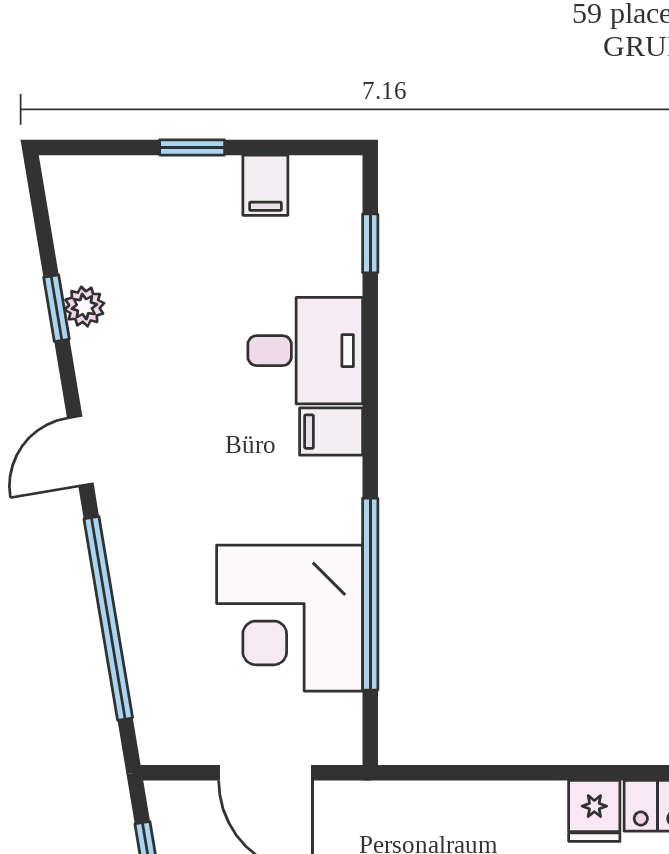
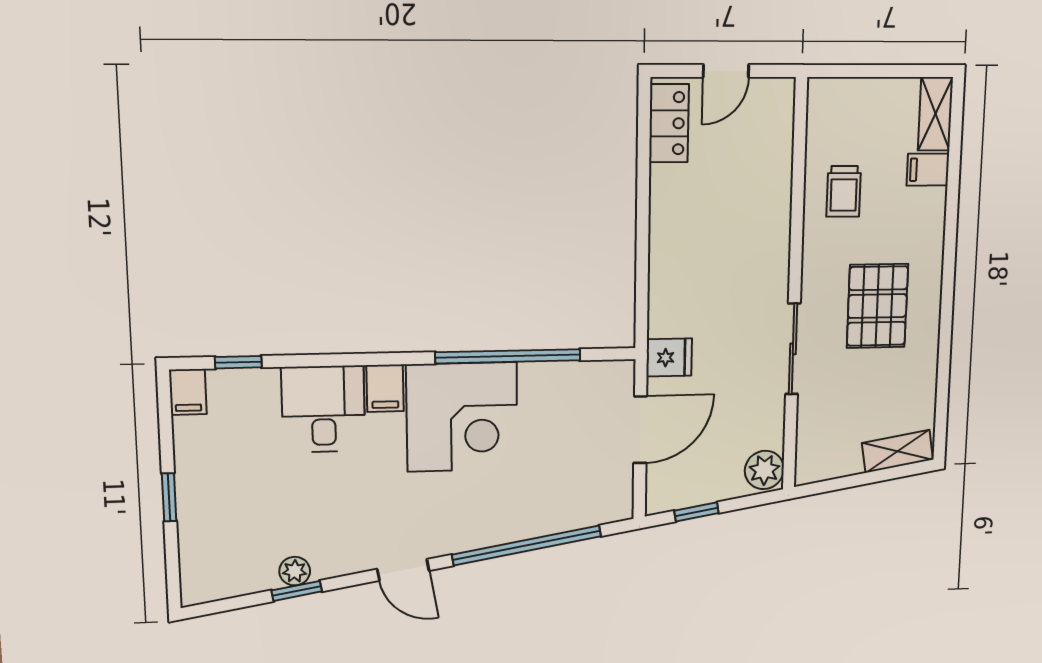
filing cabinet: (265, 185) -> (188, 392), moved, turned 90
corner desk: (290, 618) -> (462, 417), moved
fridge: (594, 811) -> (669, 357), moved

